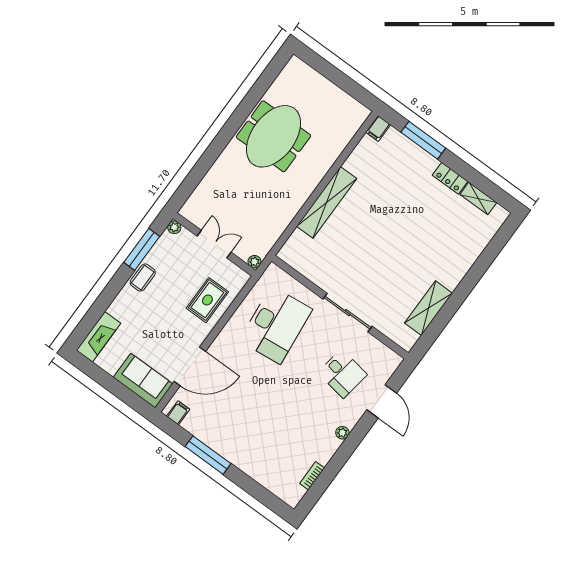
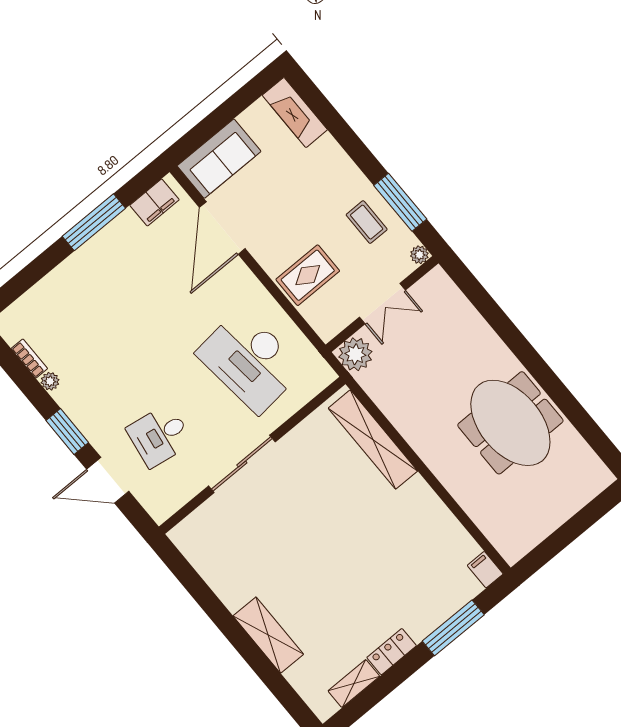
shelving: (327, 202) -> (373, 440), moved
plant: (254, 262) -> (355, 354), width x1.88, depth x1.88
coffee table: (143, 278) -> (367, 222), moved
rug: (207, 300) -> (308, 275), turned 90
shelving: (429, 308) -> (268, 635), moved
filing cabinet: (178, 413) -> (155, 202), width x2.00
plant: (342, 433) -> (50, 381), moved
window: (355, 437) -> (67, 431), added

